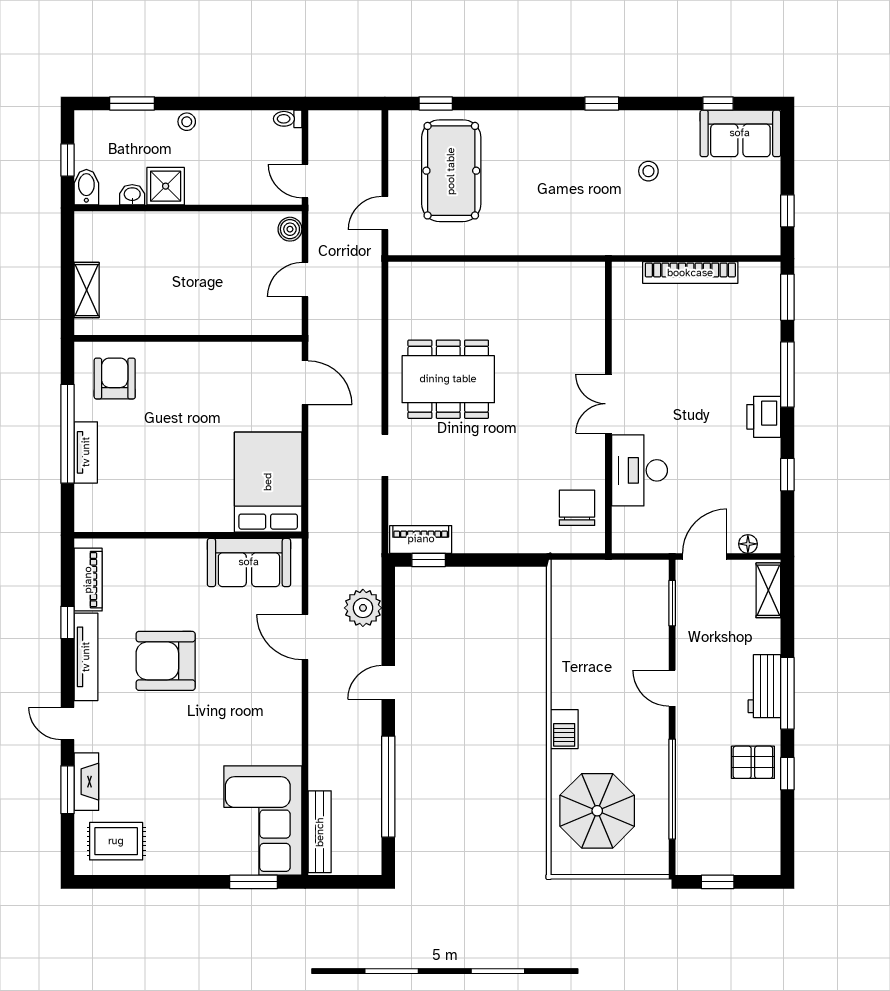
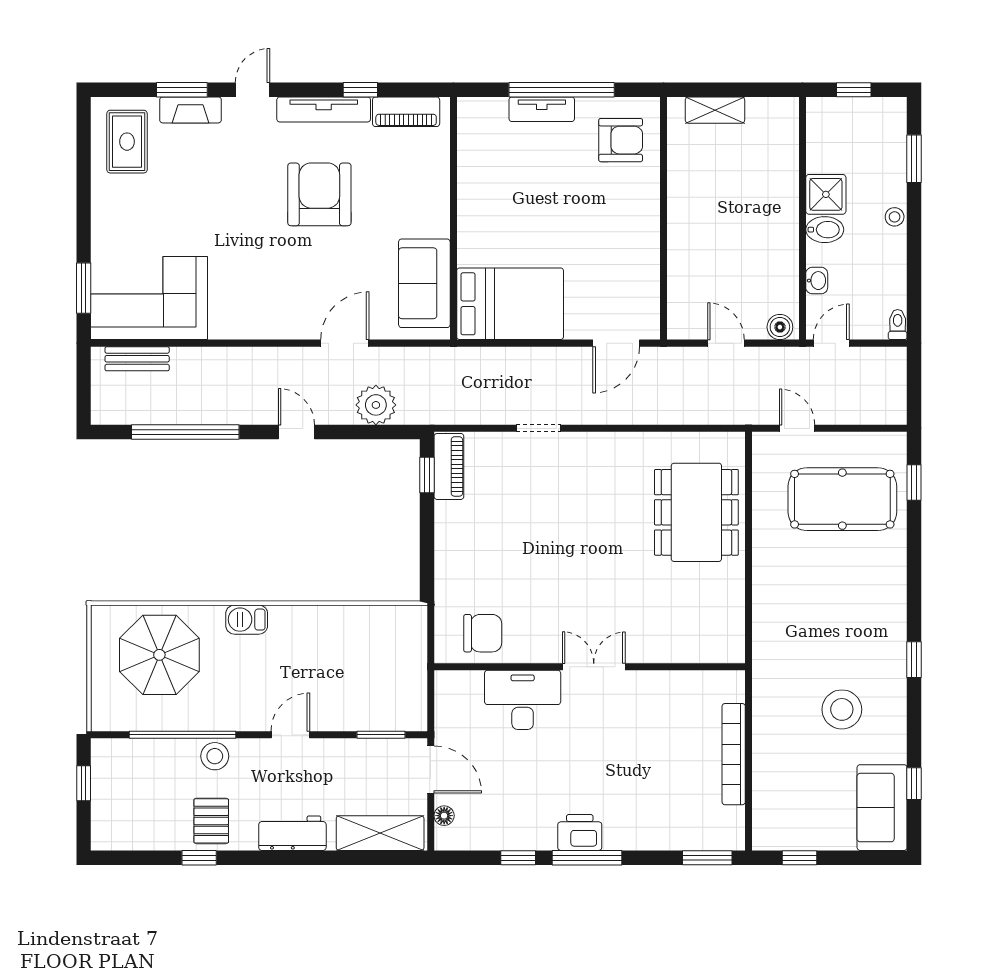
stool: (648, 171) -> (842, 709), width x1.89, depth x1.89
bidet: (86, 187) -> (825, 230), moved
washbasin: (132, 195) -> (817, 281), moved
window: (787, 374) -> (587, 858), moved
dining table: (448, 379) -> (696, 512), moved
shelving: (768, 590) -> (380, 833), width x1.50, depth x1.33
window: (787, 693) -> (285, 858), removed
stool: (692, 759) -> (215, 756), added
bench: (320, 832) -> (137, 359), width x0.73

